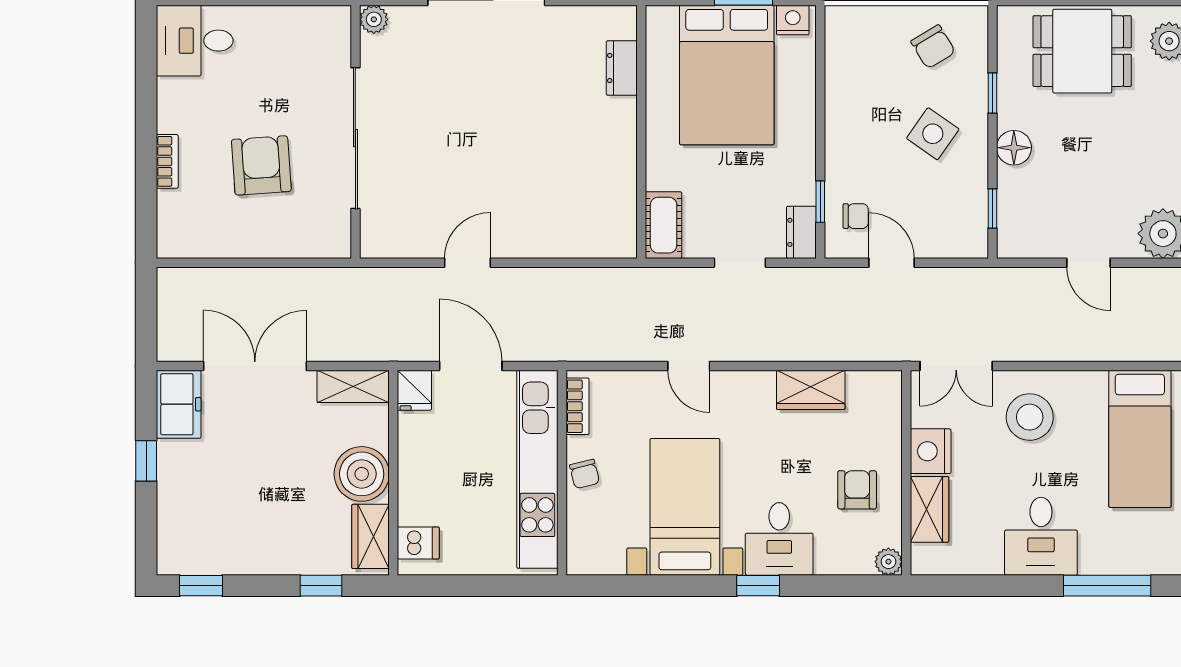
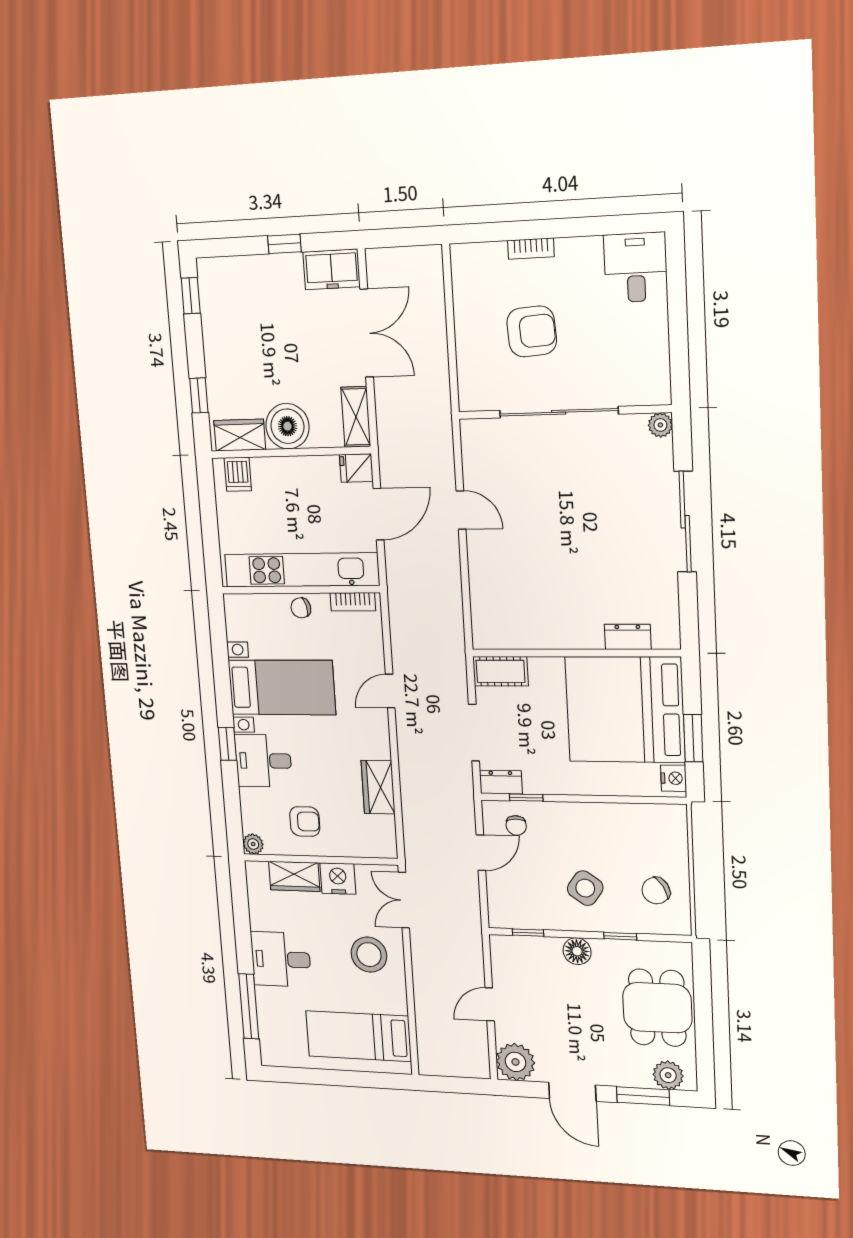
bed: (727, 75) -> (625, 710), width x1.36
doorway: (740, 263) -> (474, 733), width x1.38

